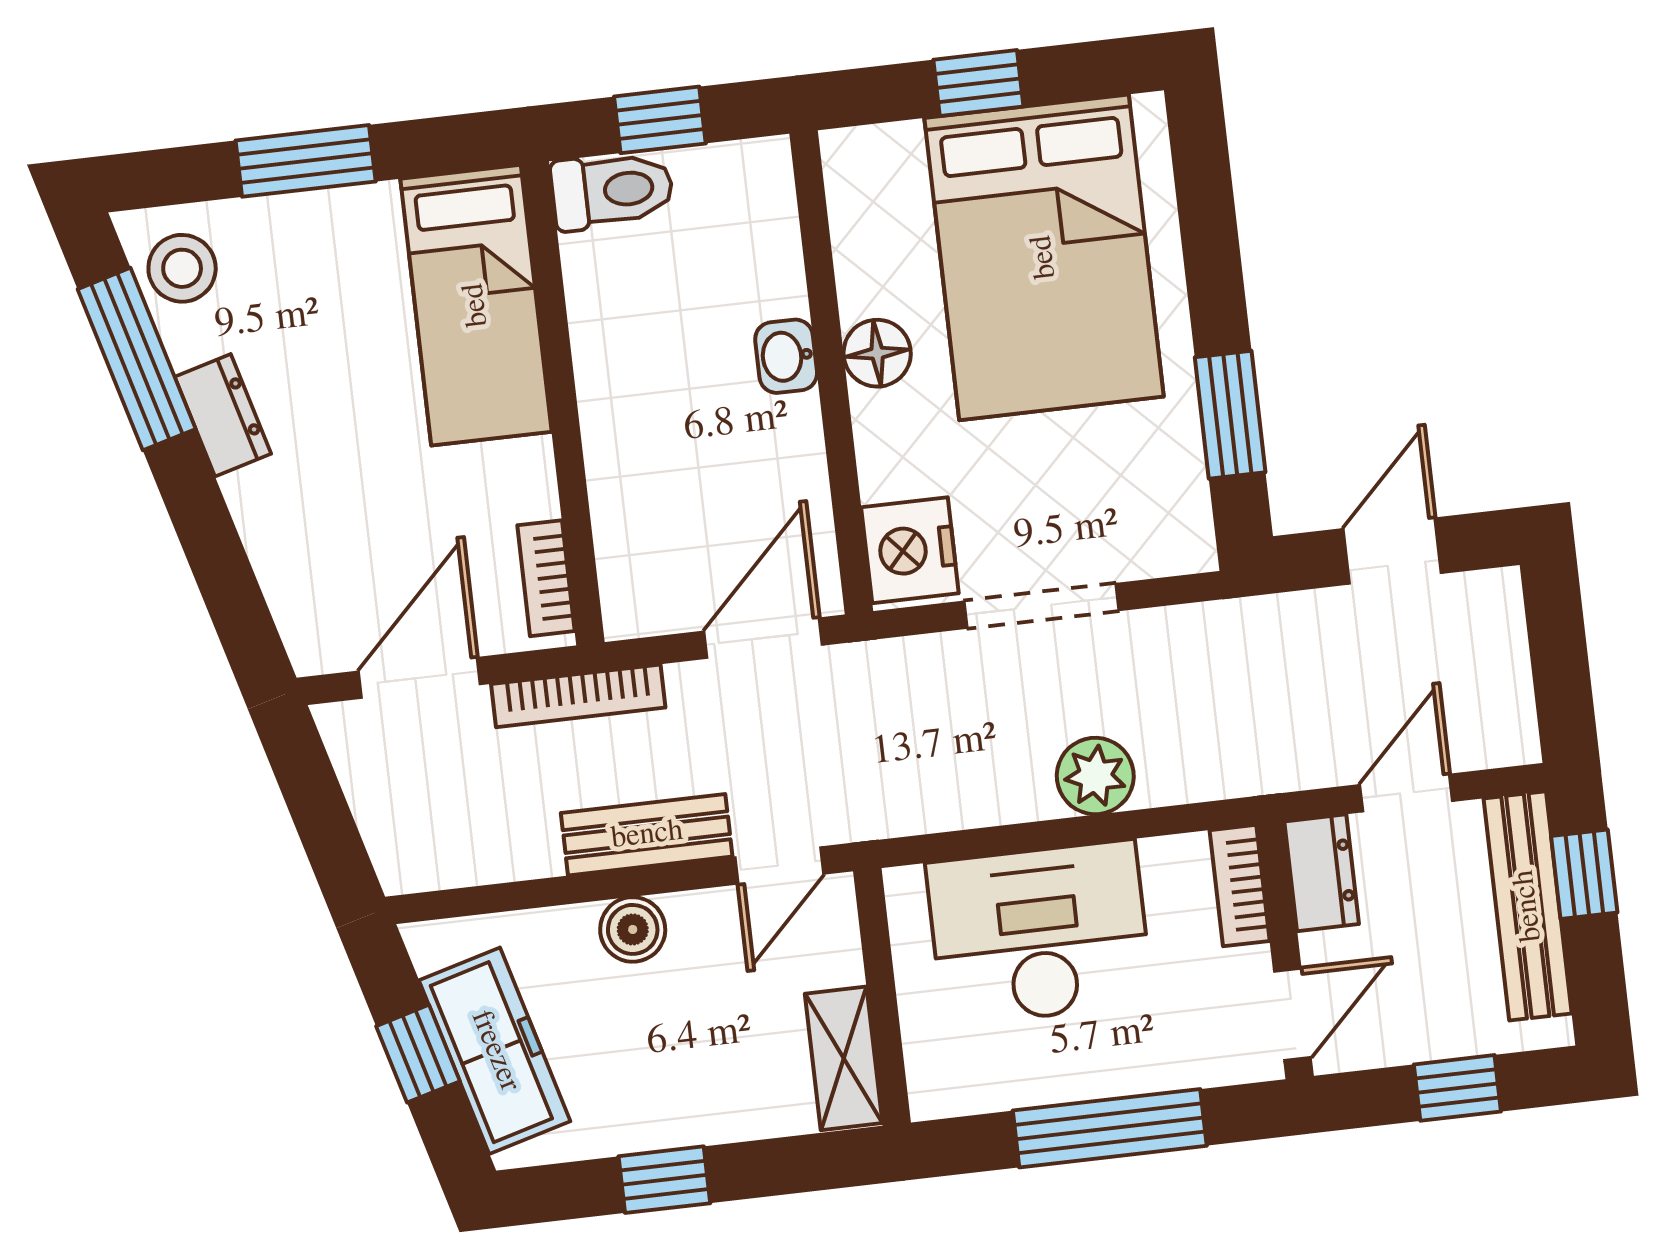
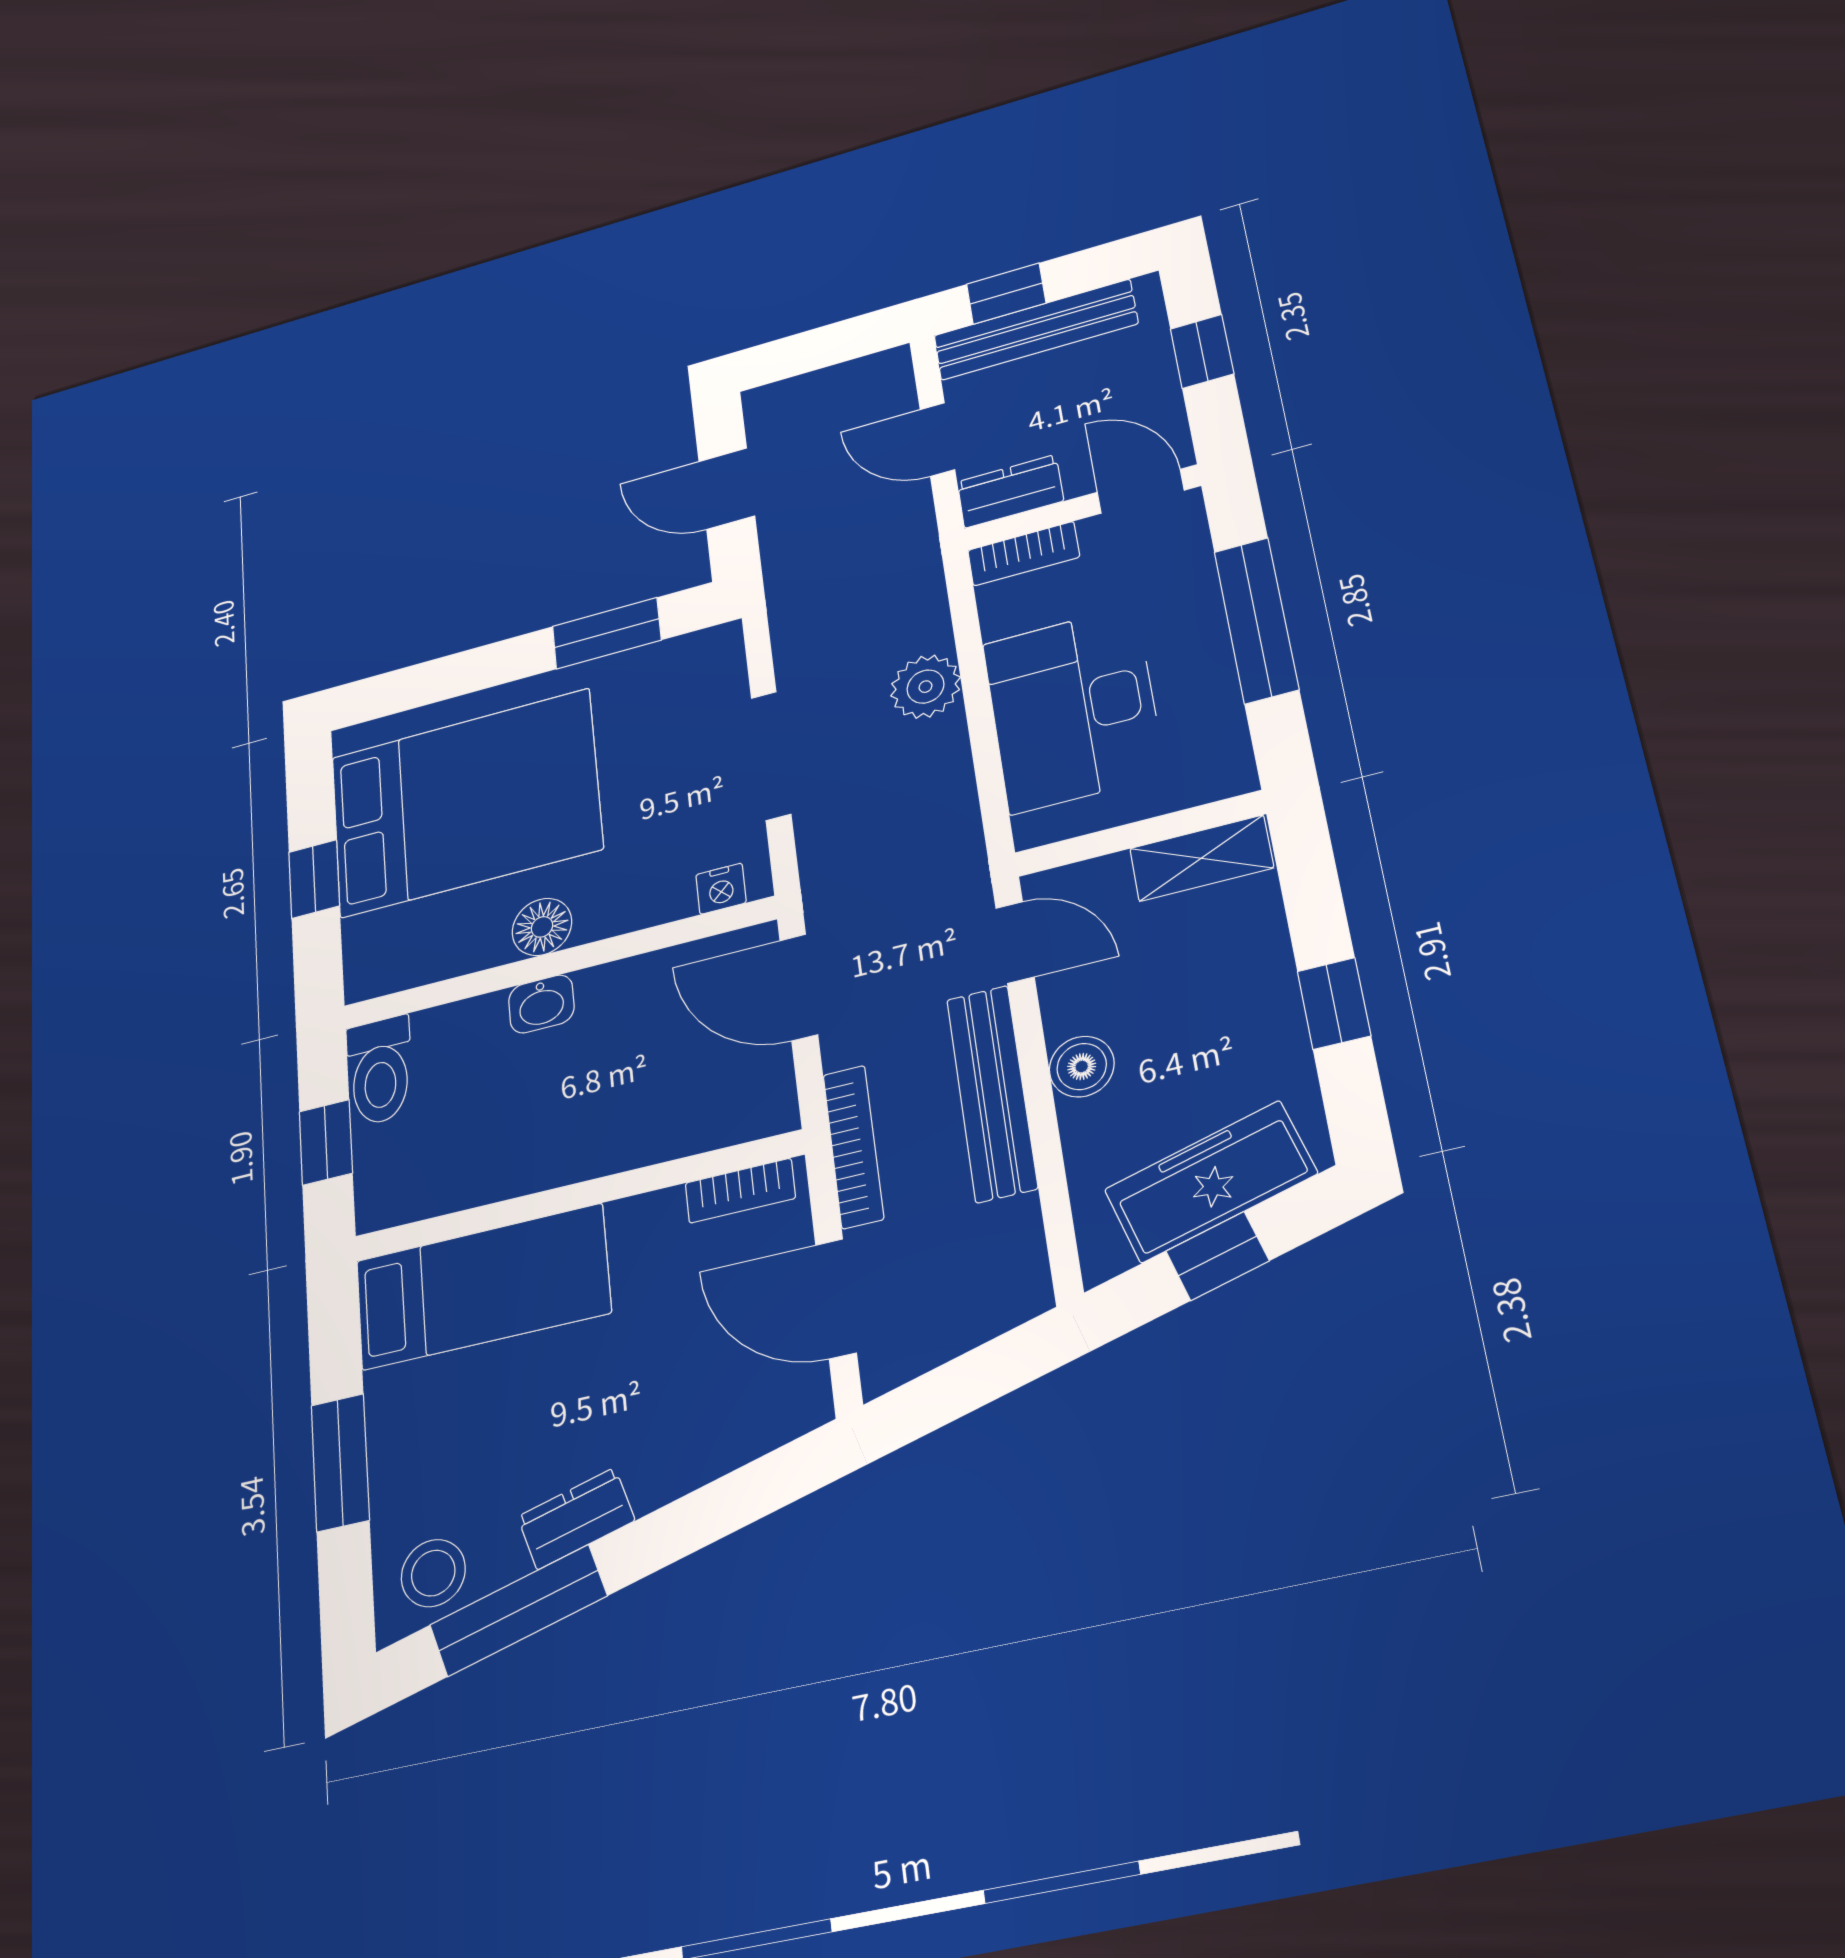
toilet: (612, 190) -> (380, 1071), moved, turned 180
nightstand: (910, 550) -> (721, 889), width x0.53, depth x0.56
bench: (647, 835) -> (992, 1093), width x1.36

